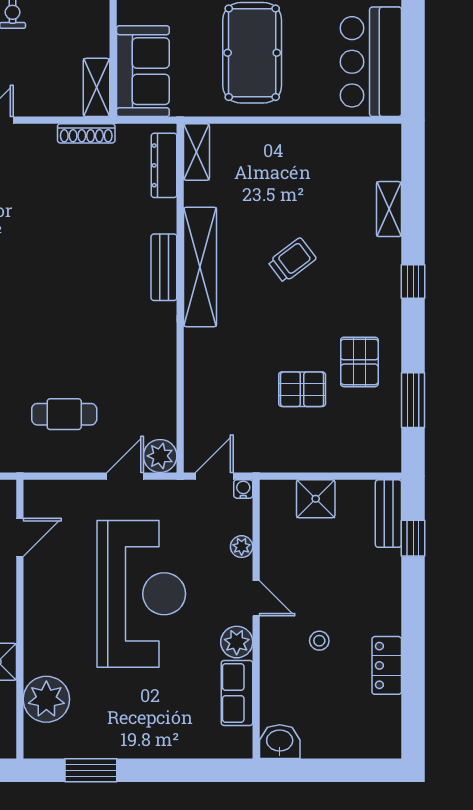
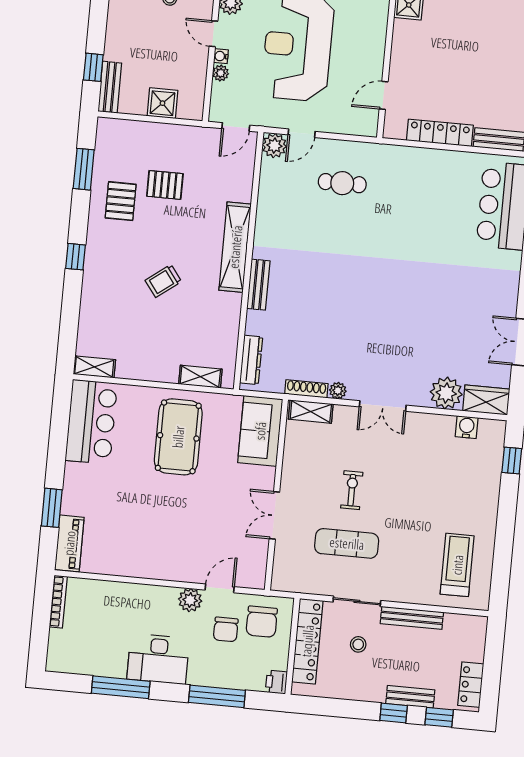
shelving: (96, 87) -> (311, 412), moved, turned 90
plant: (44, 135) -> (338, 391), added
shelving: (197, 152) -> (200, 377), moved, turned 90
shelving: (389, 209) -> (94, 367), moved, turned 90
shelving: (200, 267) -> (235, 247), moved
water cooler: (243, 489) -> (221, 56), moved, turned 90

